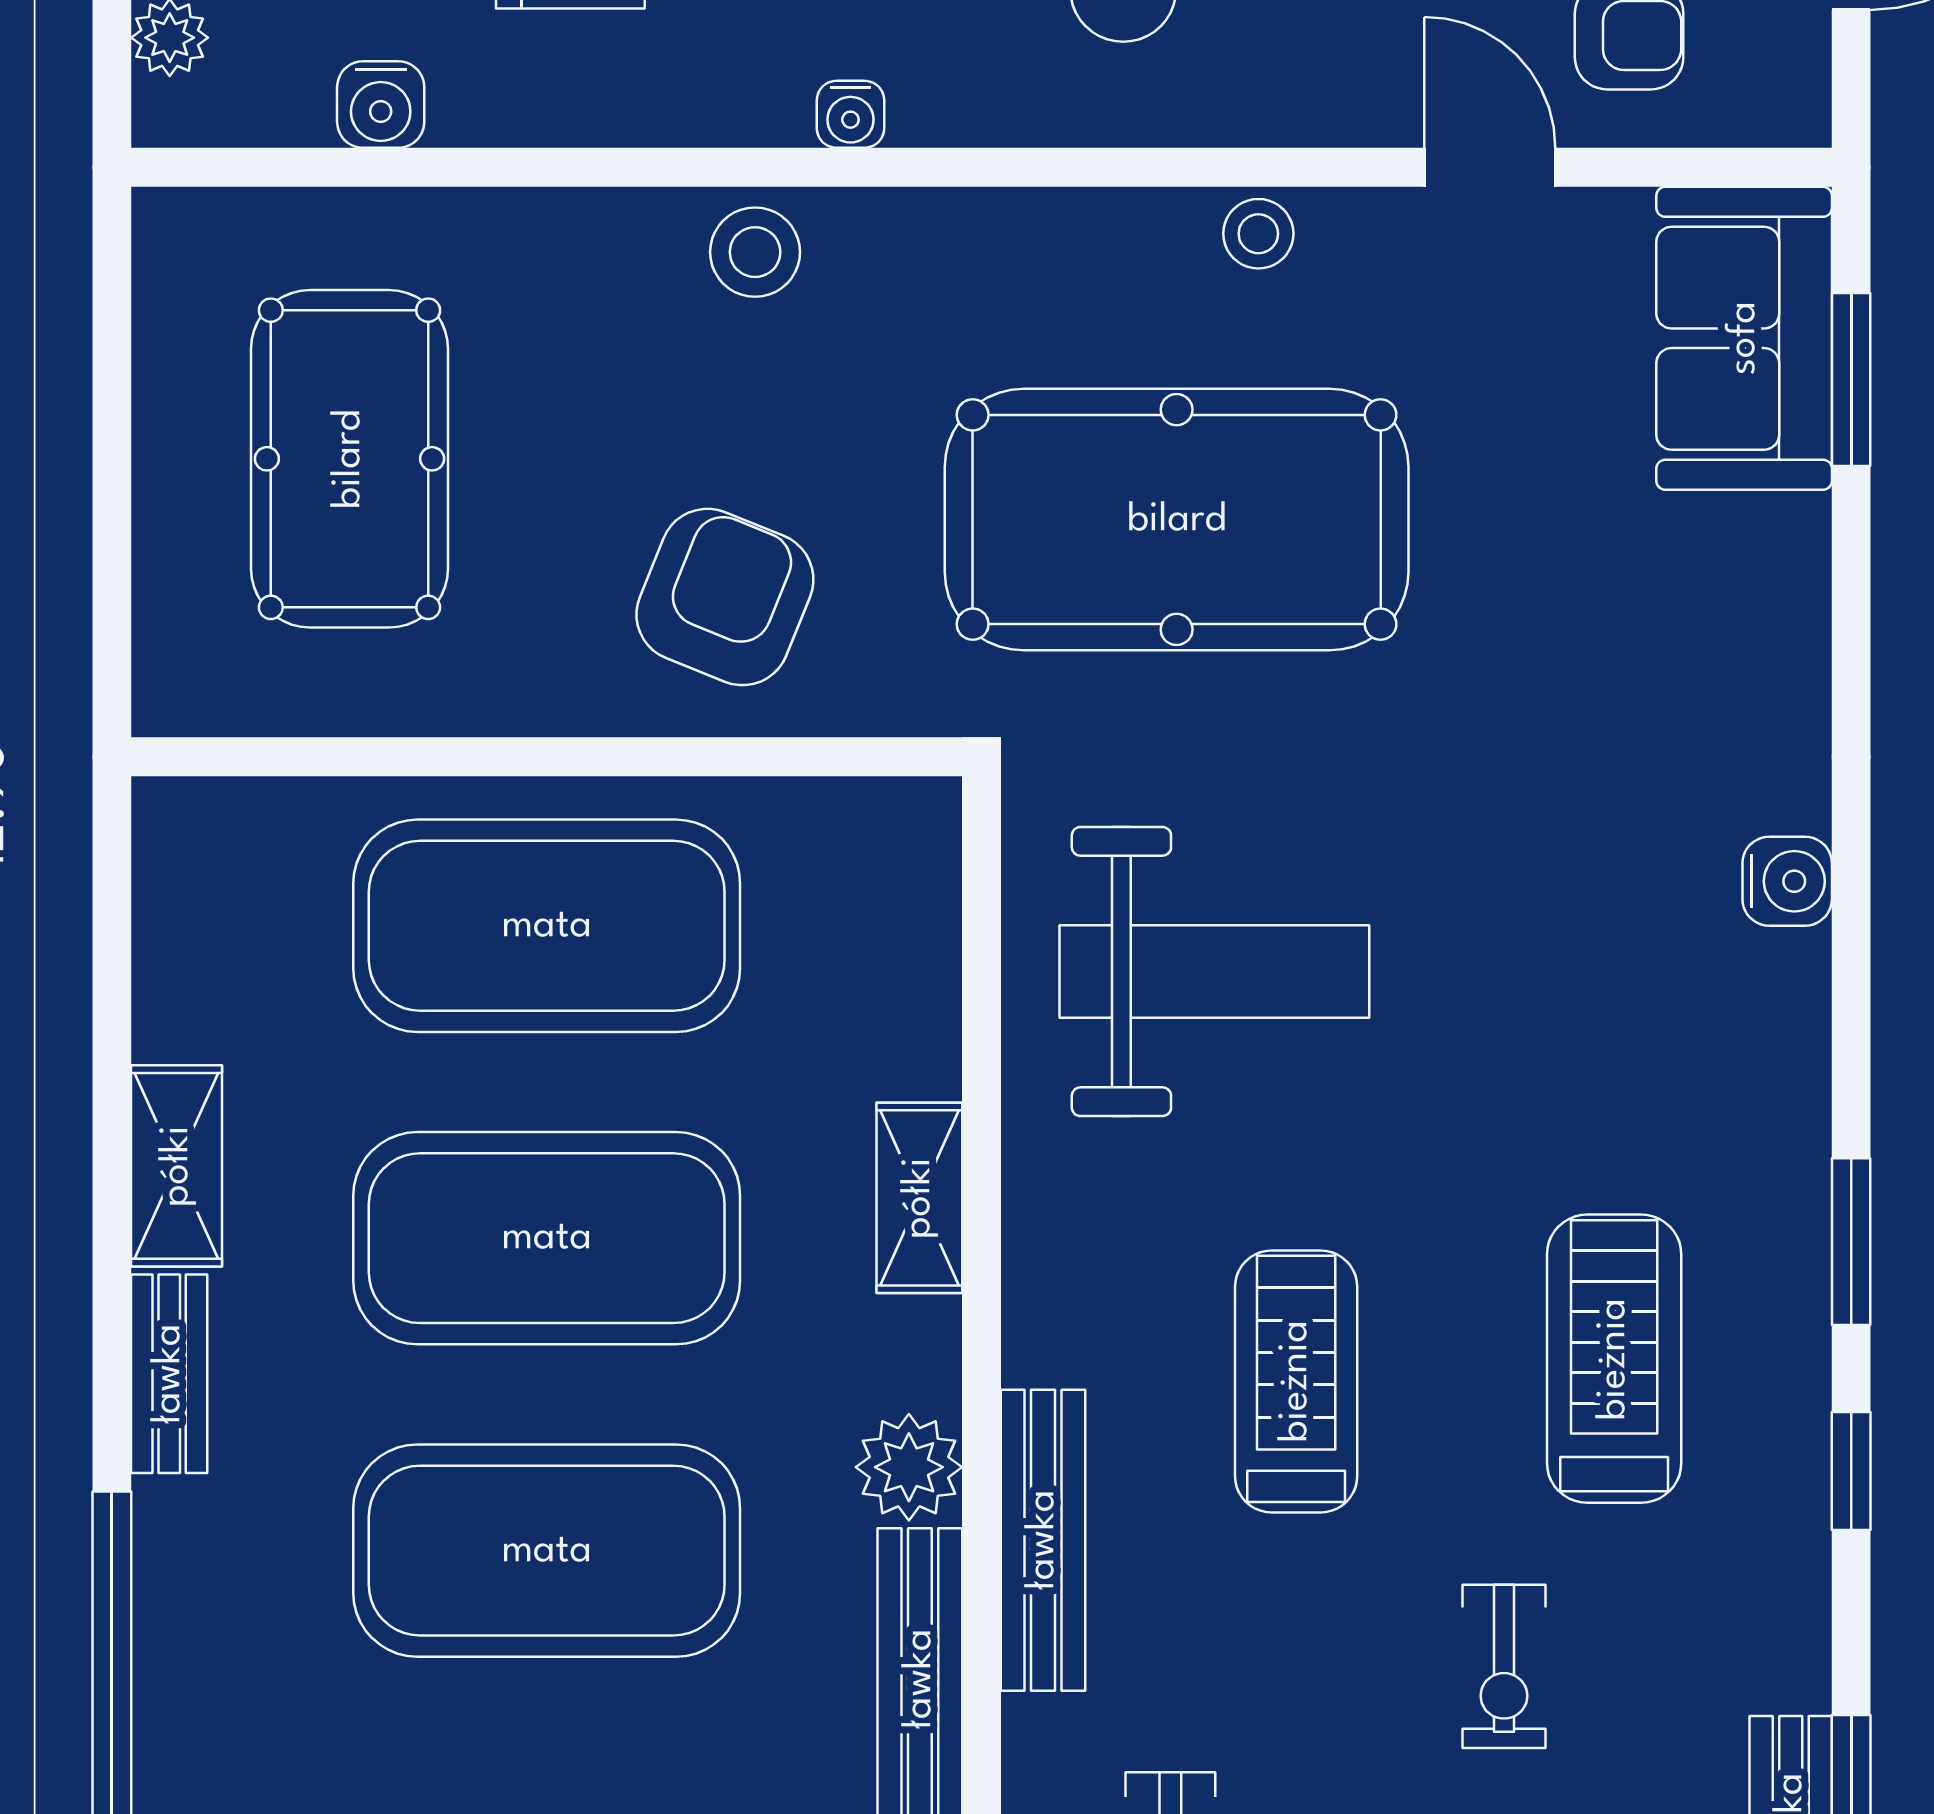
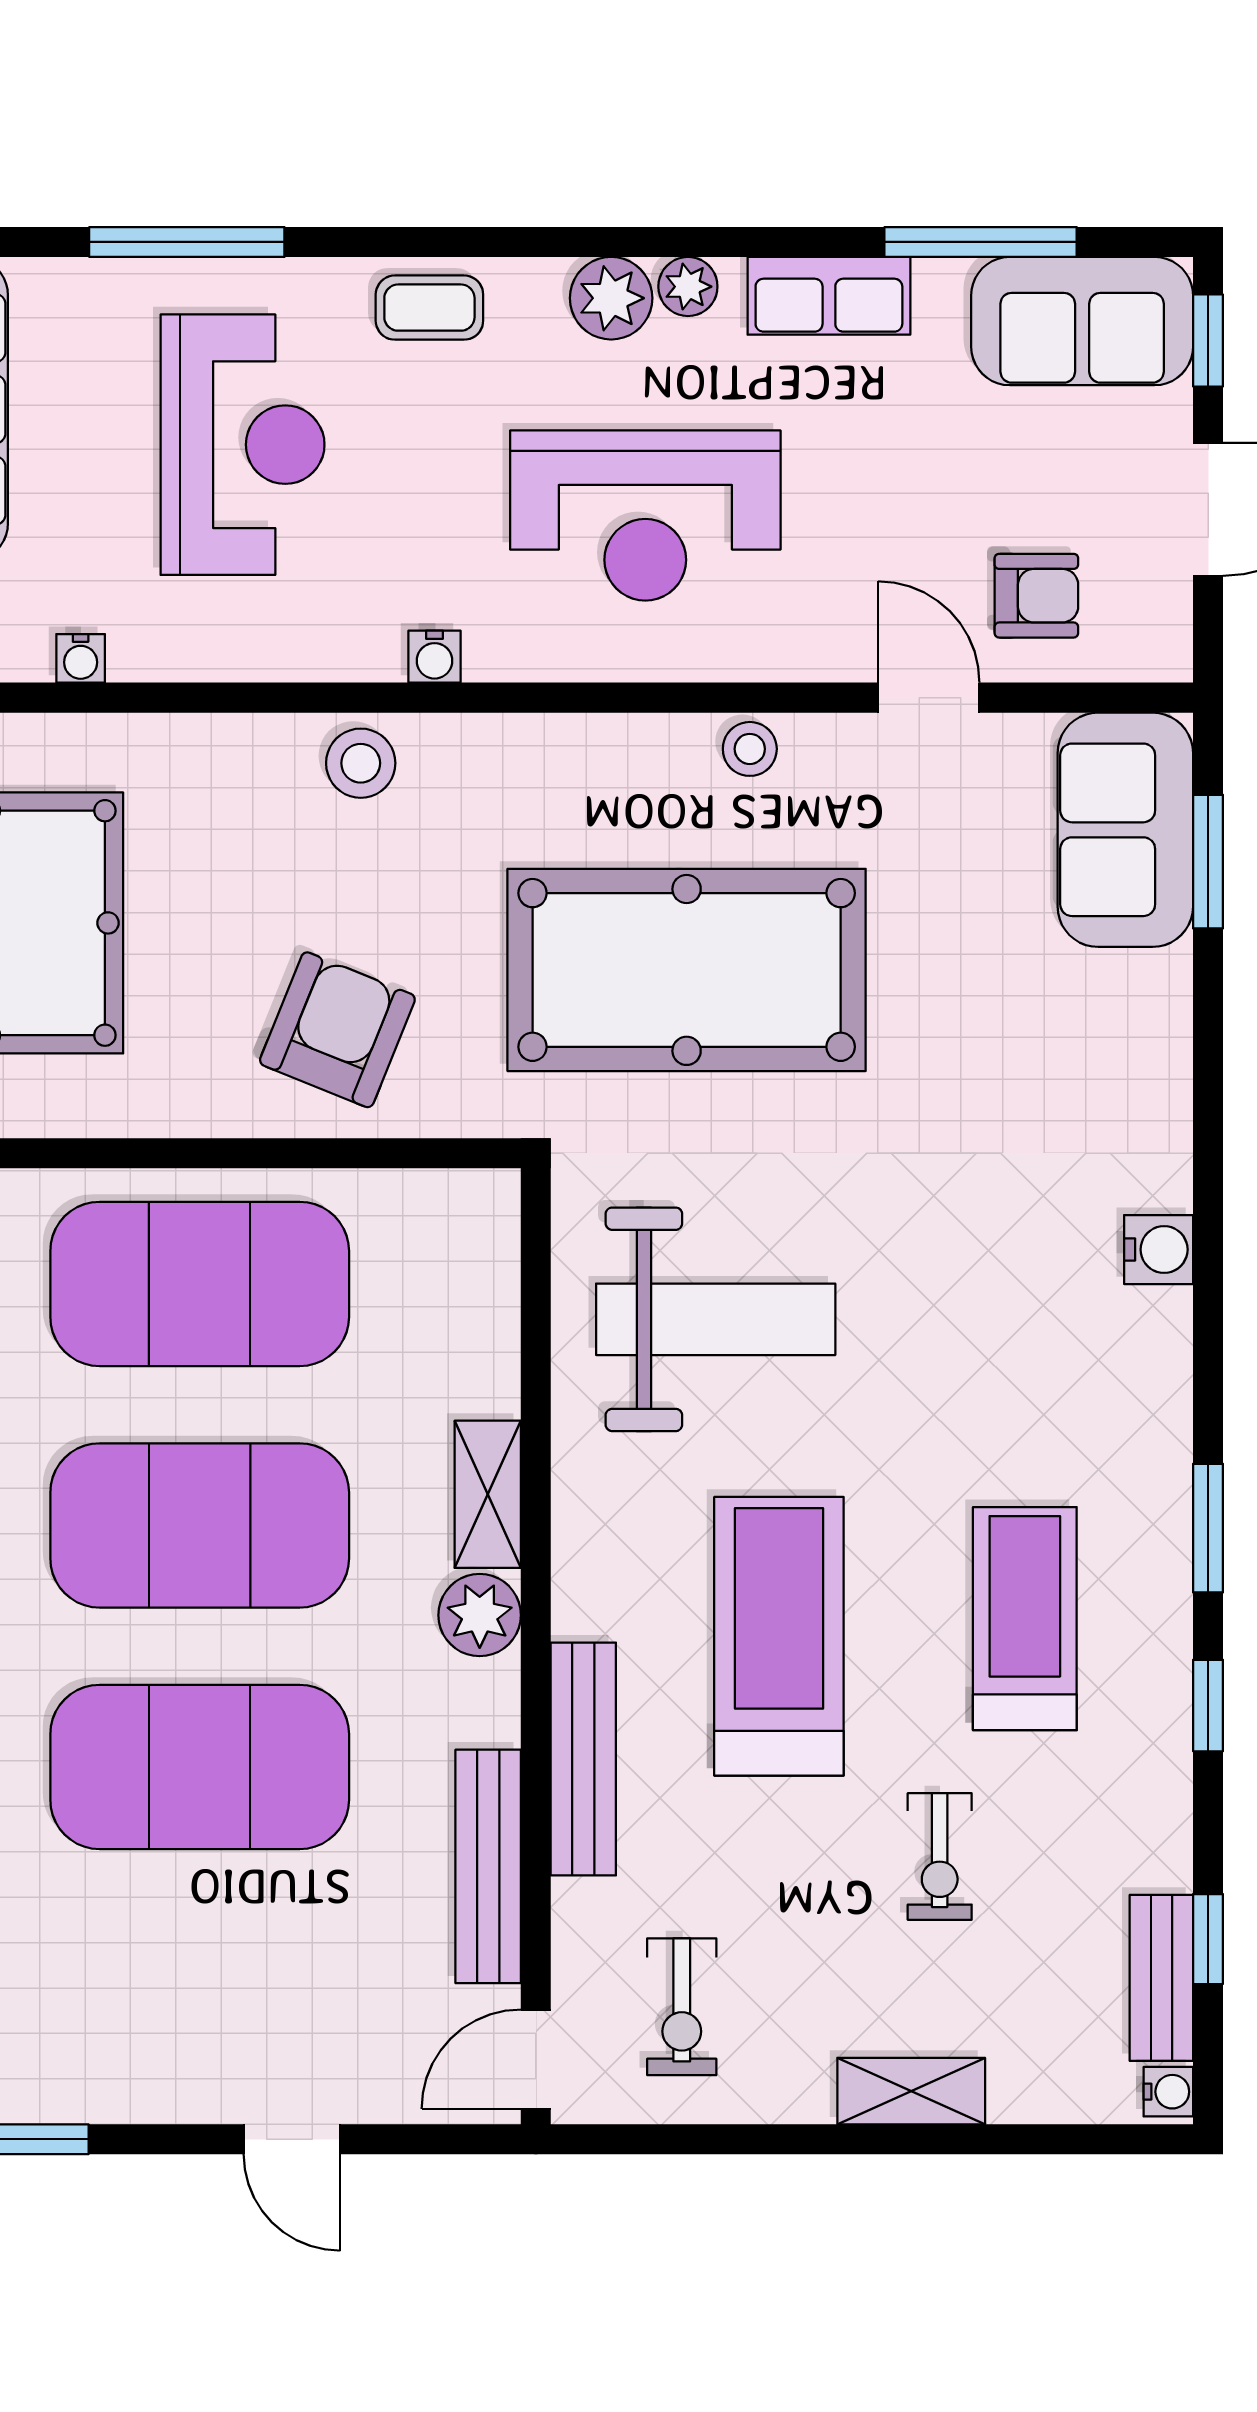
water cooler: (381, 105) -> (81, 658), width x0.72, depth x0.72
treadmill: (1296, 1381) -> (779, 1636), width x1.37, depth x1.38
plant: (909, 1467) -> (480, 1615), moved

